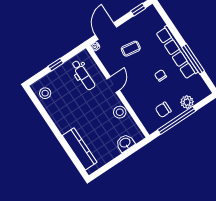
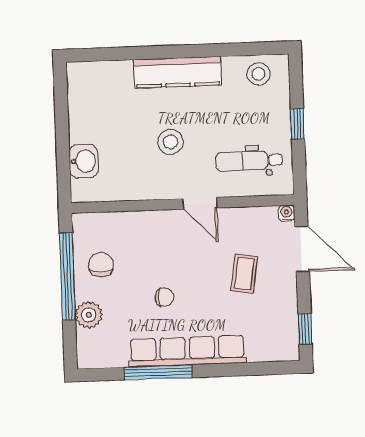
stool: (120, 112) -> (170, 142), moved
kitchen counter: (80, 149) -> (178, 72), moved

